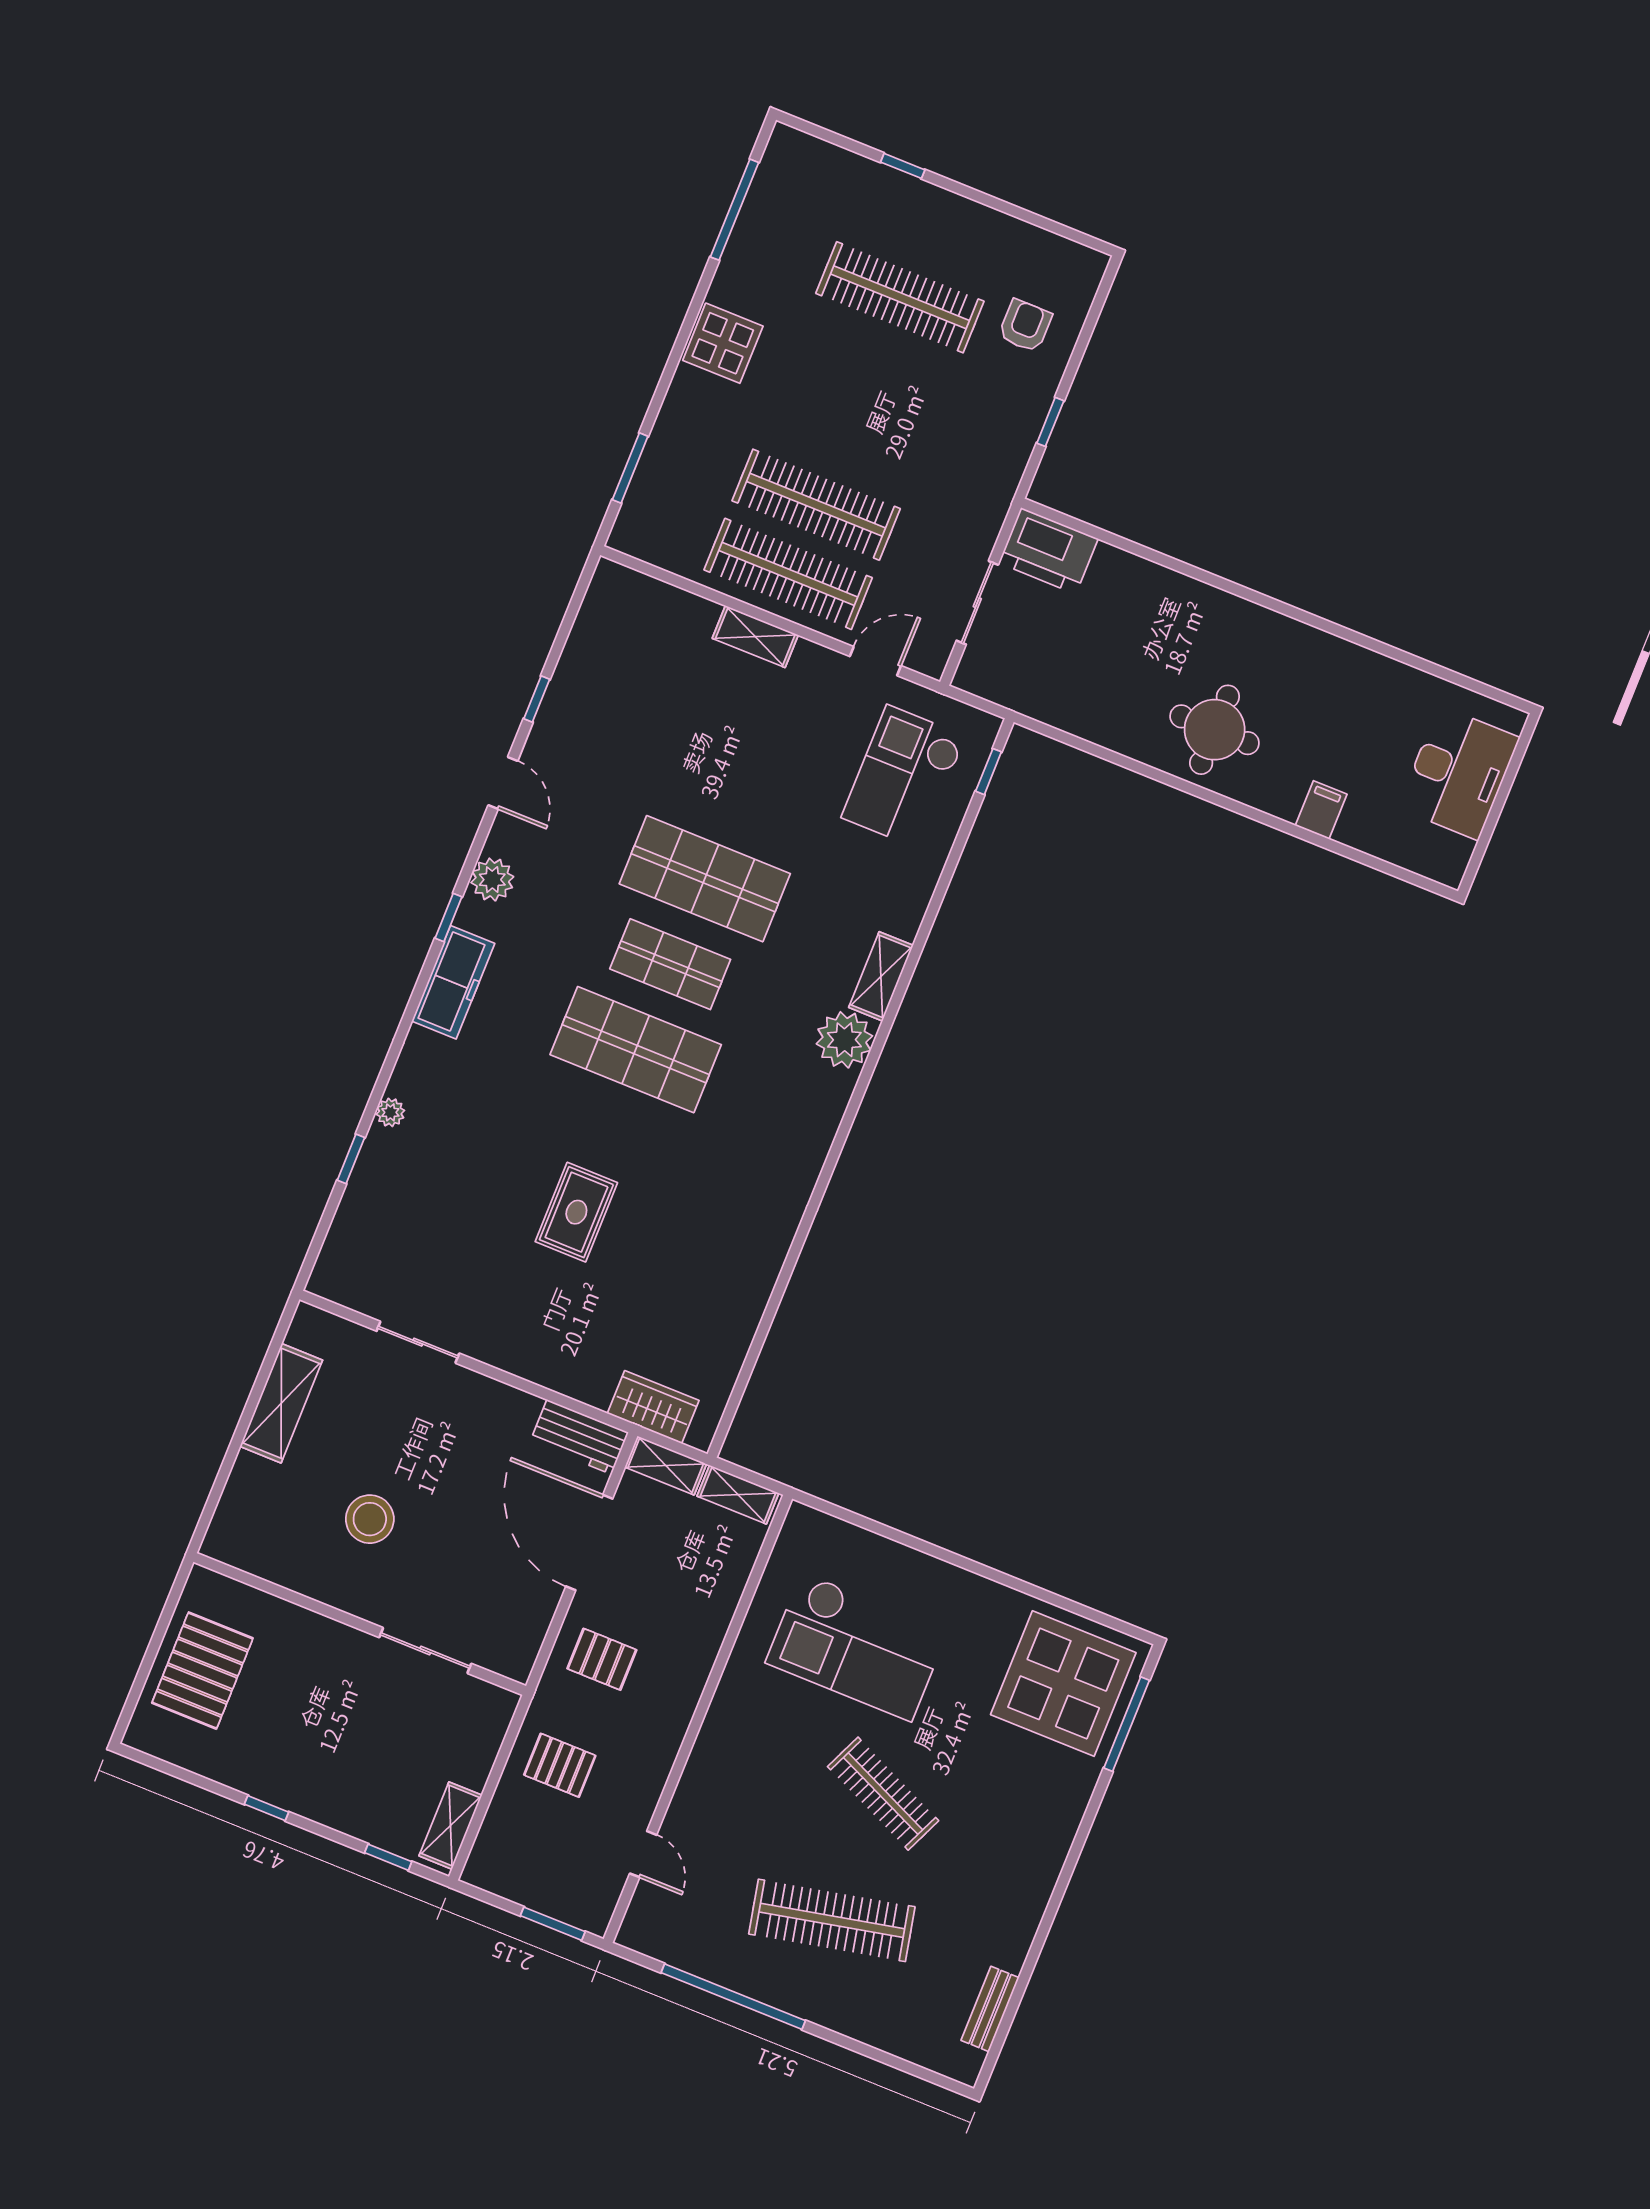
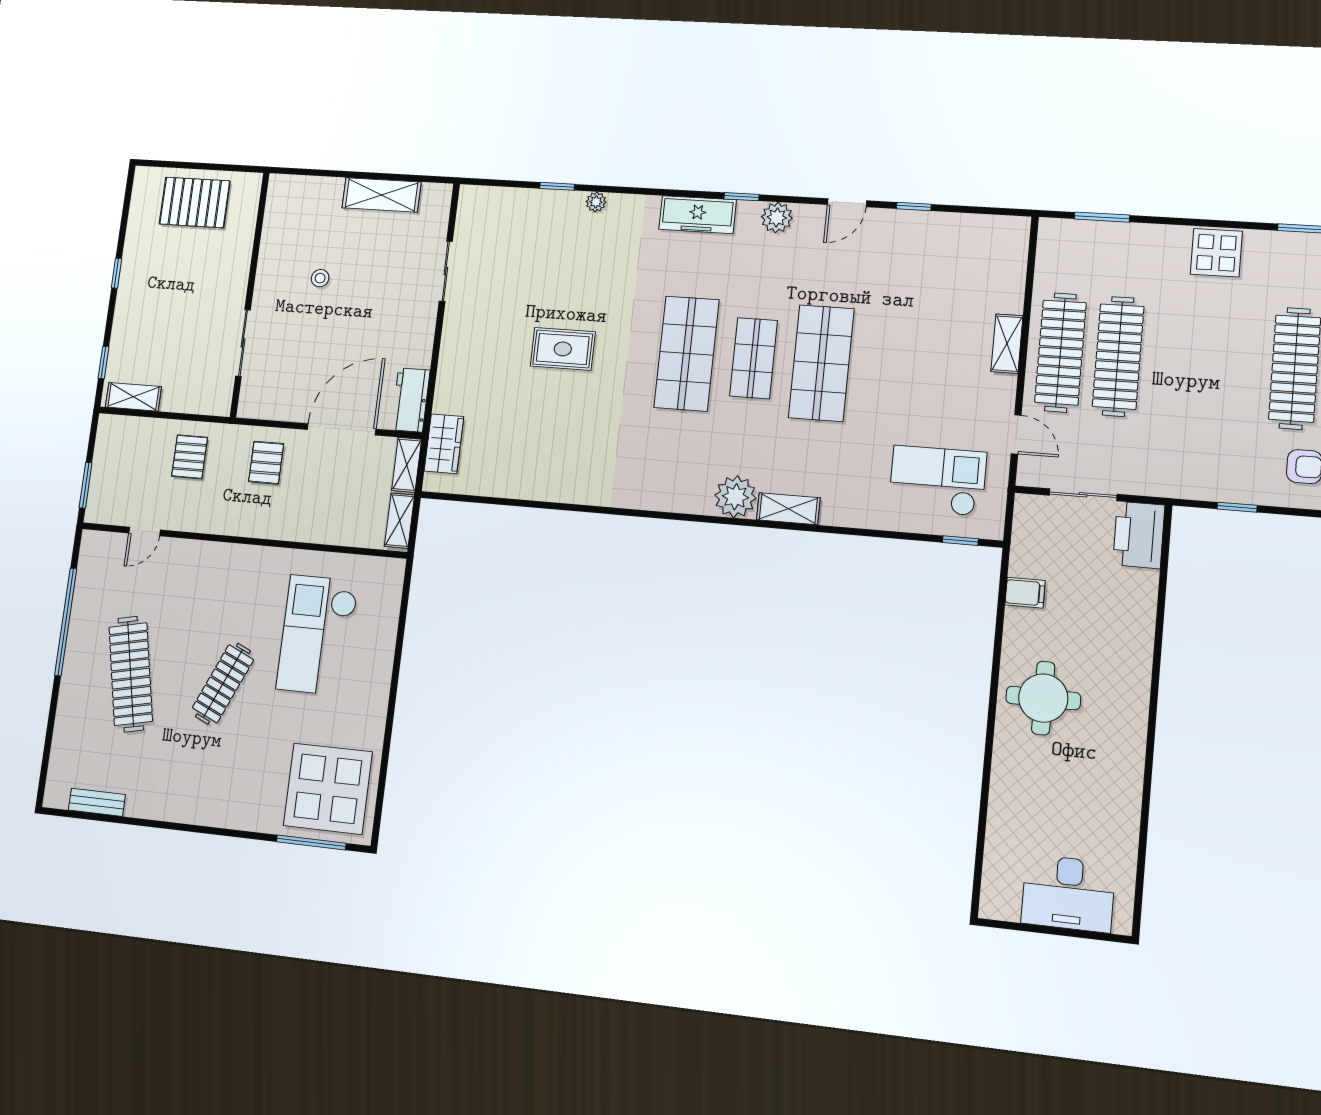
filing cabinet: (1321, 810) -> (1025, 593), moved
stool: (370, 1519) -> (320, 278), width x0.53, depth x0.53

